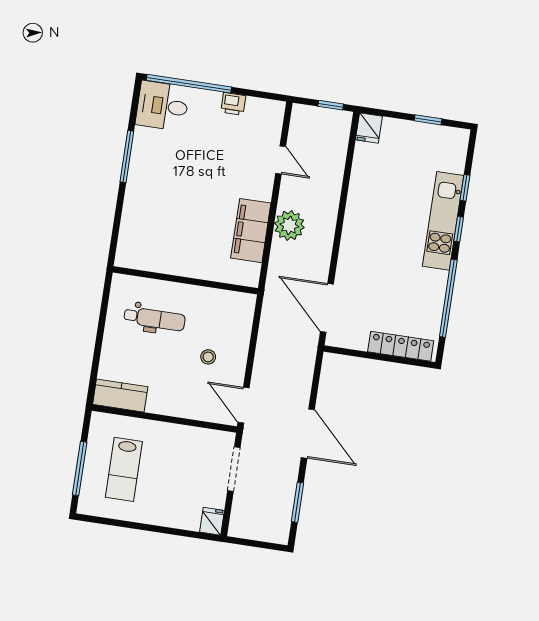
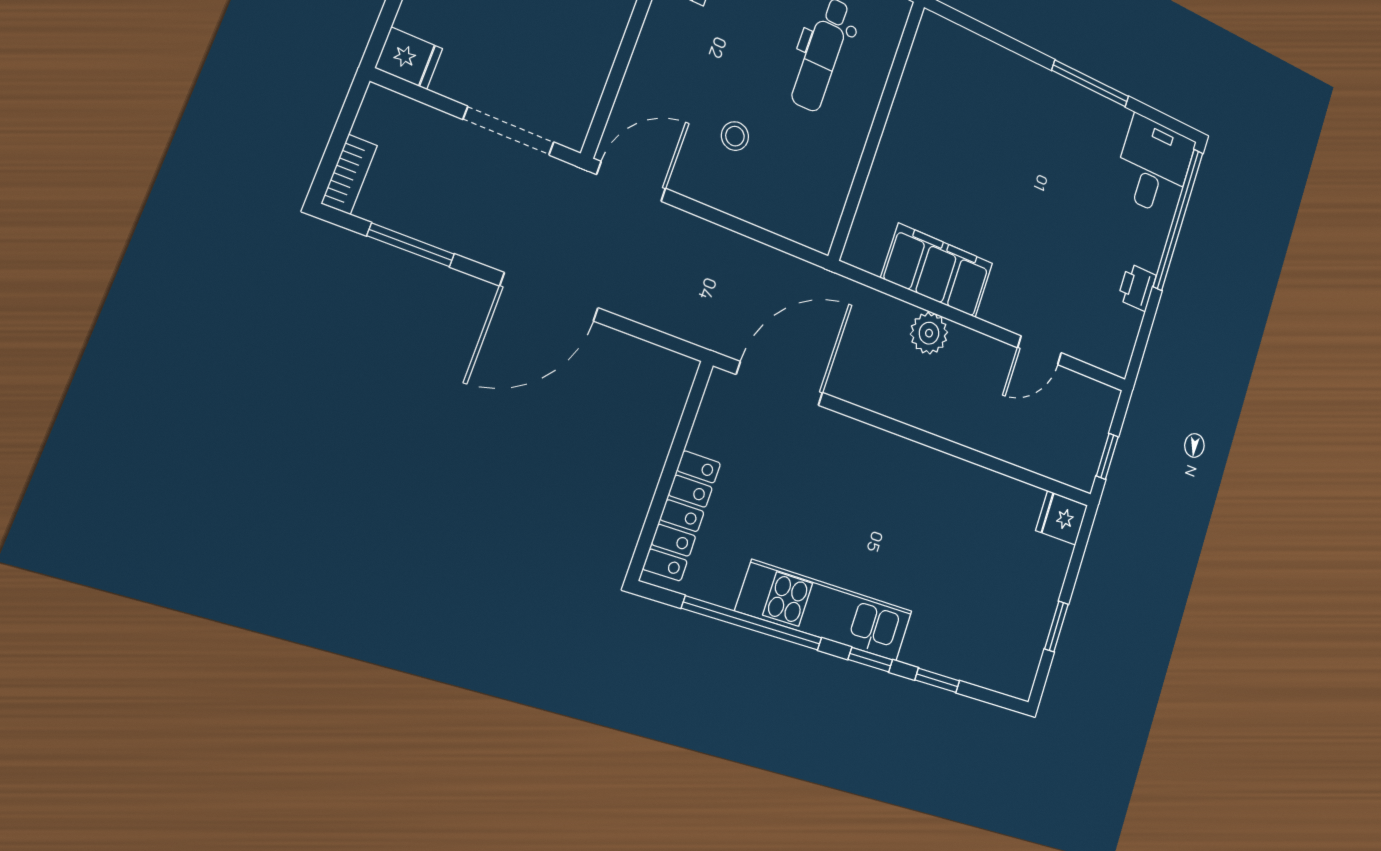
kitchen unit: (443, 221) -> (825, 611), moved
plant: (289, 225) -> (929, 333), width x0.73, depth x0.73
bookcase: (272, 536) -> (349, 174), added

